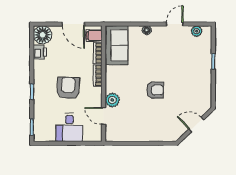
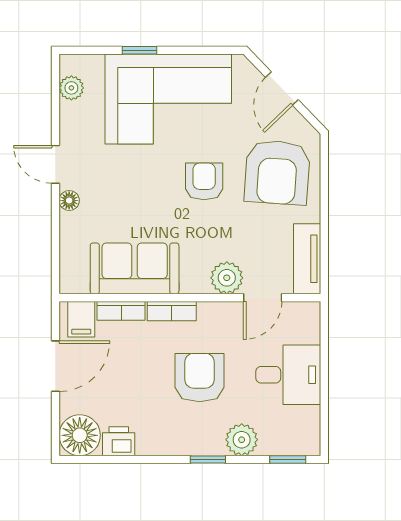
door: (175, 24) -> (55, 164), moved
sofa: (117, 45) -> (135, 268), moved
corner sofa: (192, 74) -> (168, 99), added
armchair: (68, 88) -> (200, 378), turned 88
plant: (41, 107) -> (242, 440), added
armchair: (159, 122) -> (277, 172), added
tv unit: (121, 136) -> (307, 259), added

